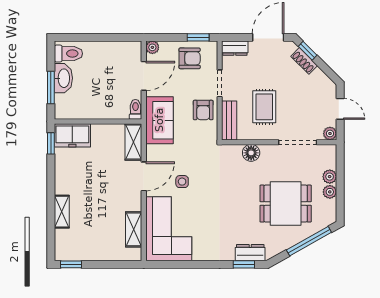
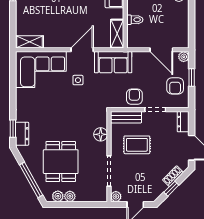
window: (198, 37) -> (192, 77), moved
window: (308, 51) -> (171, 189), moved
toilet: (135, 109) -> (135, 20), moved
armchair: (203, 110) -> (134, 97), turned 90
sofa: (159, 120) -> (113, 62), moved
shelving: (133, 142) -> (117, 34), moved, turned 90
door: (144, 176) -> (82, 50), swing flipped
plant: (330, 177) -> (58, 196), moved
shelving: (134, 229) -> (29, 42), moved

